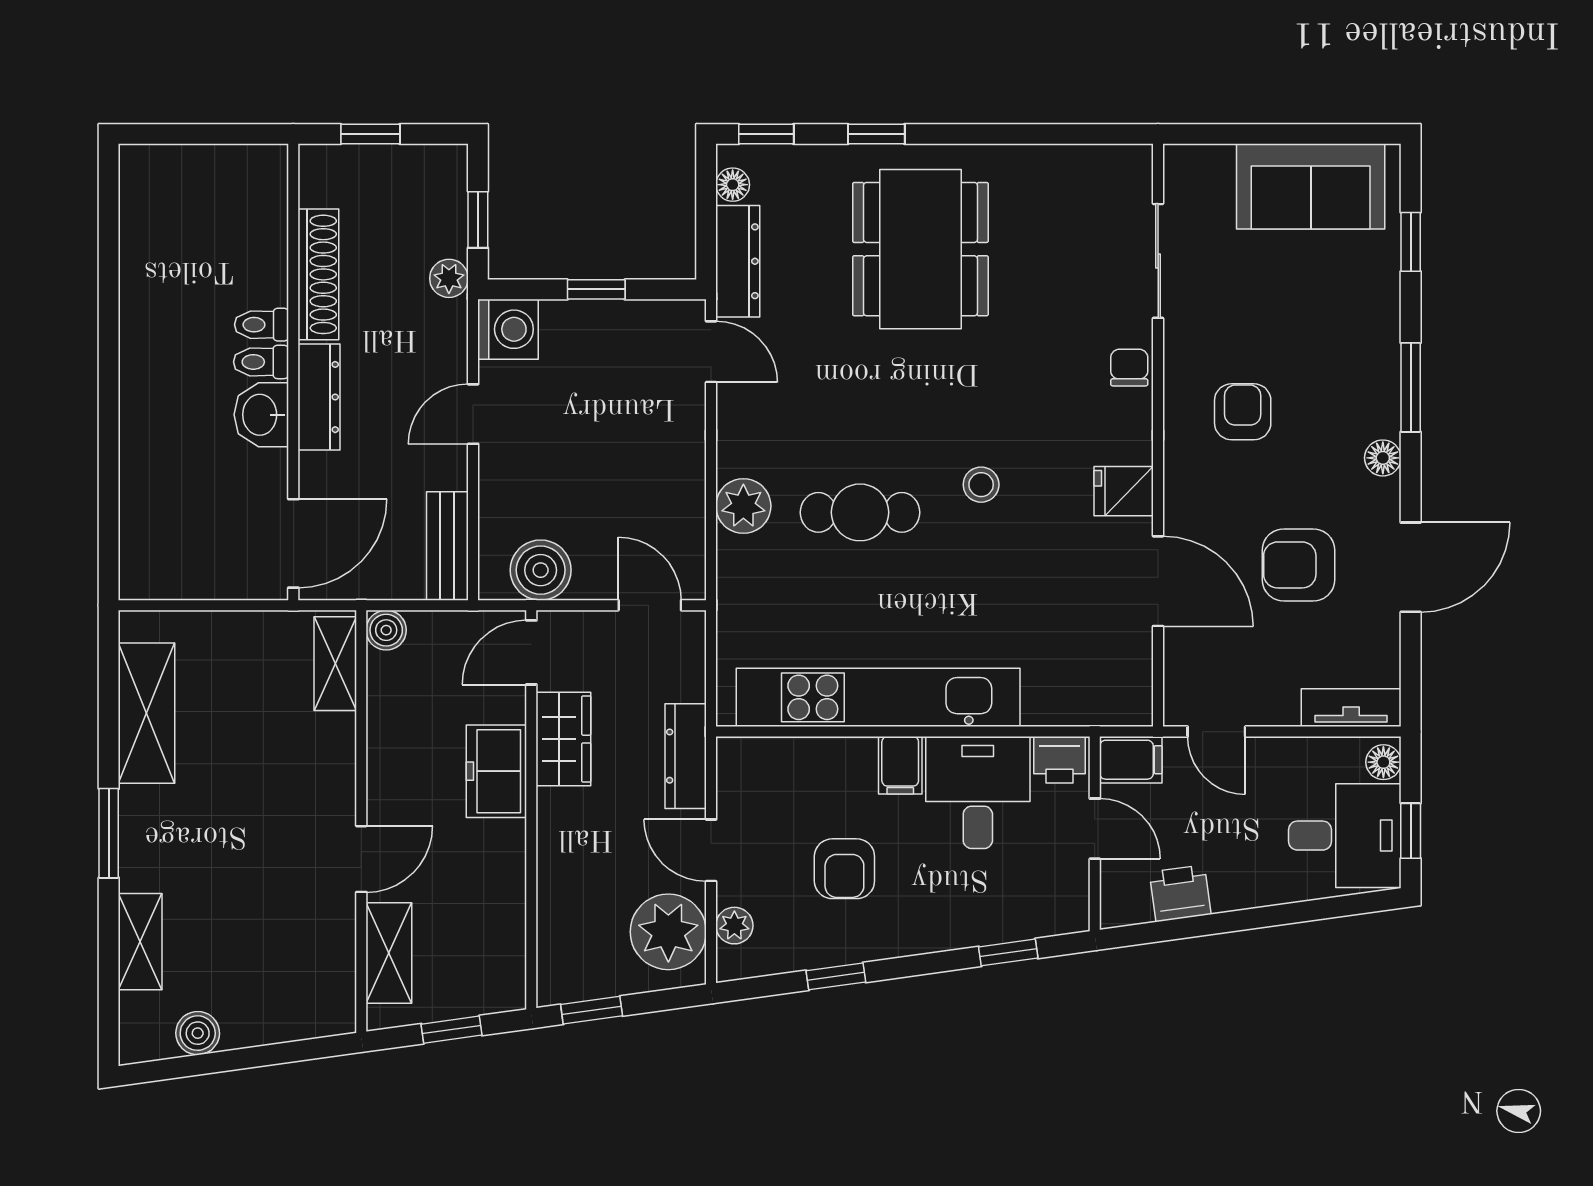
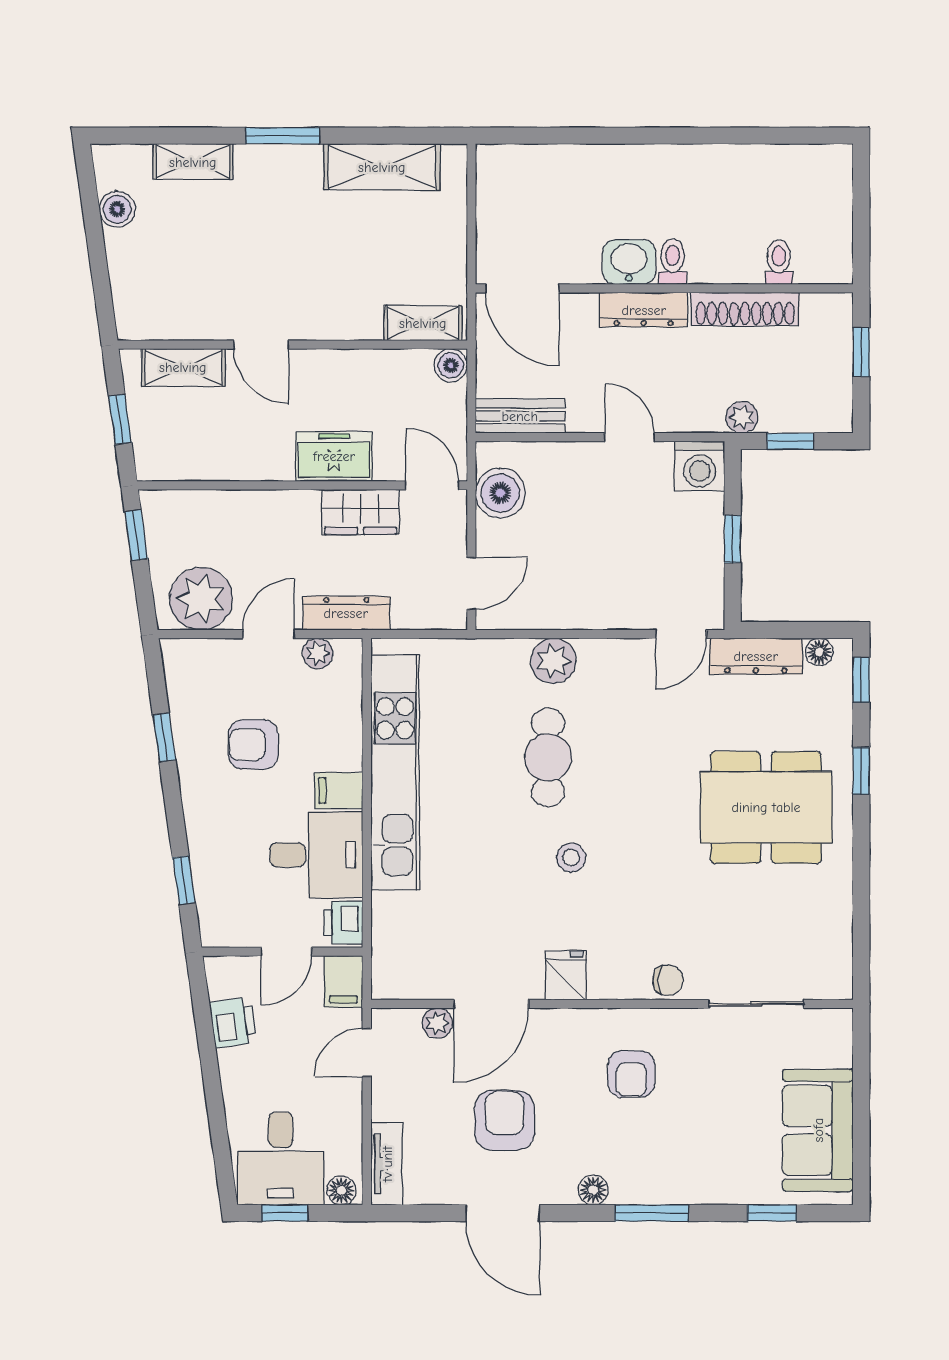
toilet: (261, 325) -> (779, 262), moved
armchair: (1243, 412) -> (631, 1074), turned 90
plant: (1181, 646) -> (437, 1023), added
plant: (734, 926) -> (318, 653), moved

